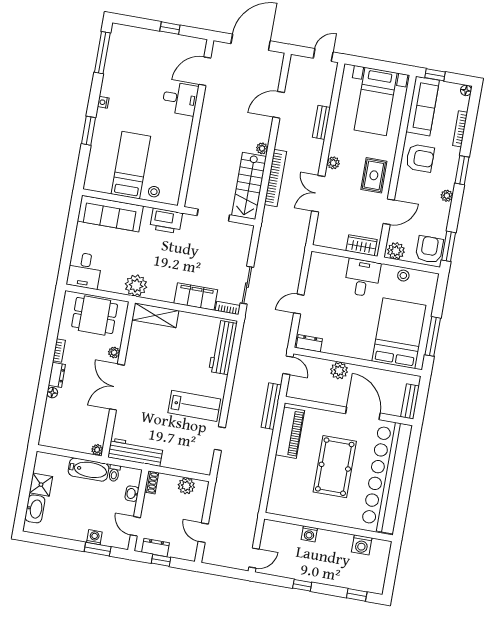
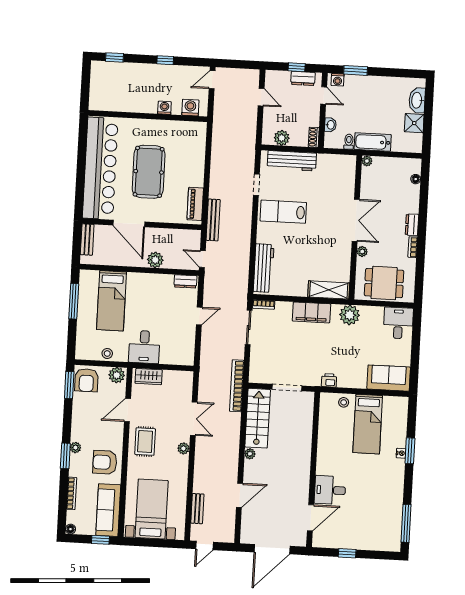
nightstand: (103, 102) -> (401, 453), moved
bench: (321, 122) -> (197, 509), moved
bookcase: (275, 178) -> (237, 386), moved
plant: (447, 196) -> (75, 448), moved
sofa: (110, 214) -> (389, 378), width x0.73
printer: (166, 221) -> (329, 380), width x0.53, depth x0.68
filing cabinet: (196, 297) -> (311, 312), moved
bed: (399, 333) -> (112, 301), width x0.67
floor lamp: (52, 393) -> (416, 179), moved
piano: (290, 433) -> (195, 204), width x0.73, depth x0.75
workbench: (135, 452) -> (292, 161), moved
washing machine: (94, 537) -> (338, 80), moved
washing machine: (362, 545) -> (190, 108), moved

